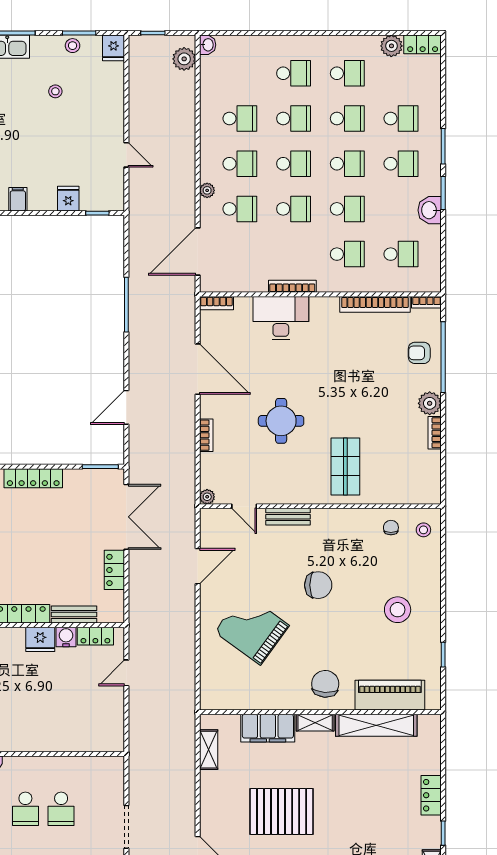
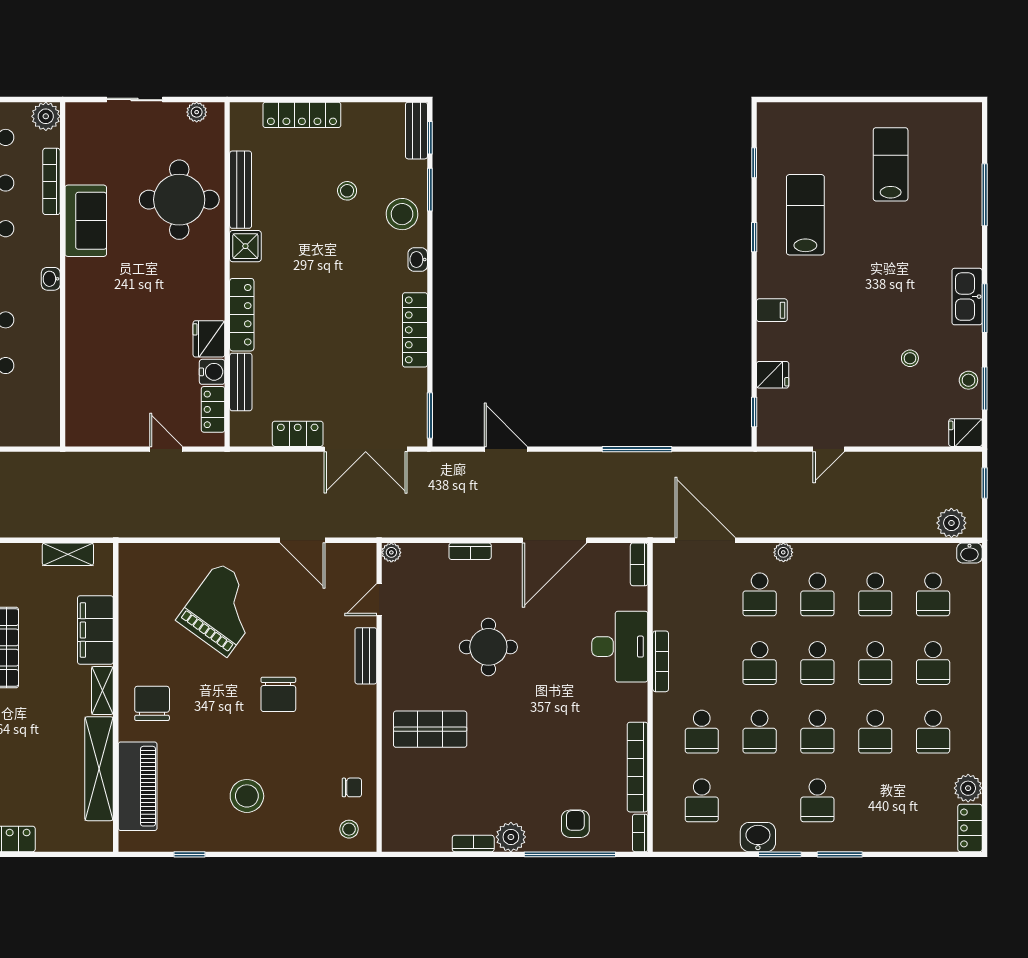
school desk: (401, 118) -> (933, 594), moved
chair: (325, 684) -> (152, 703), turned -94

